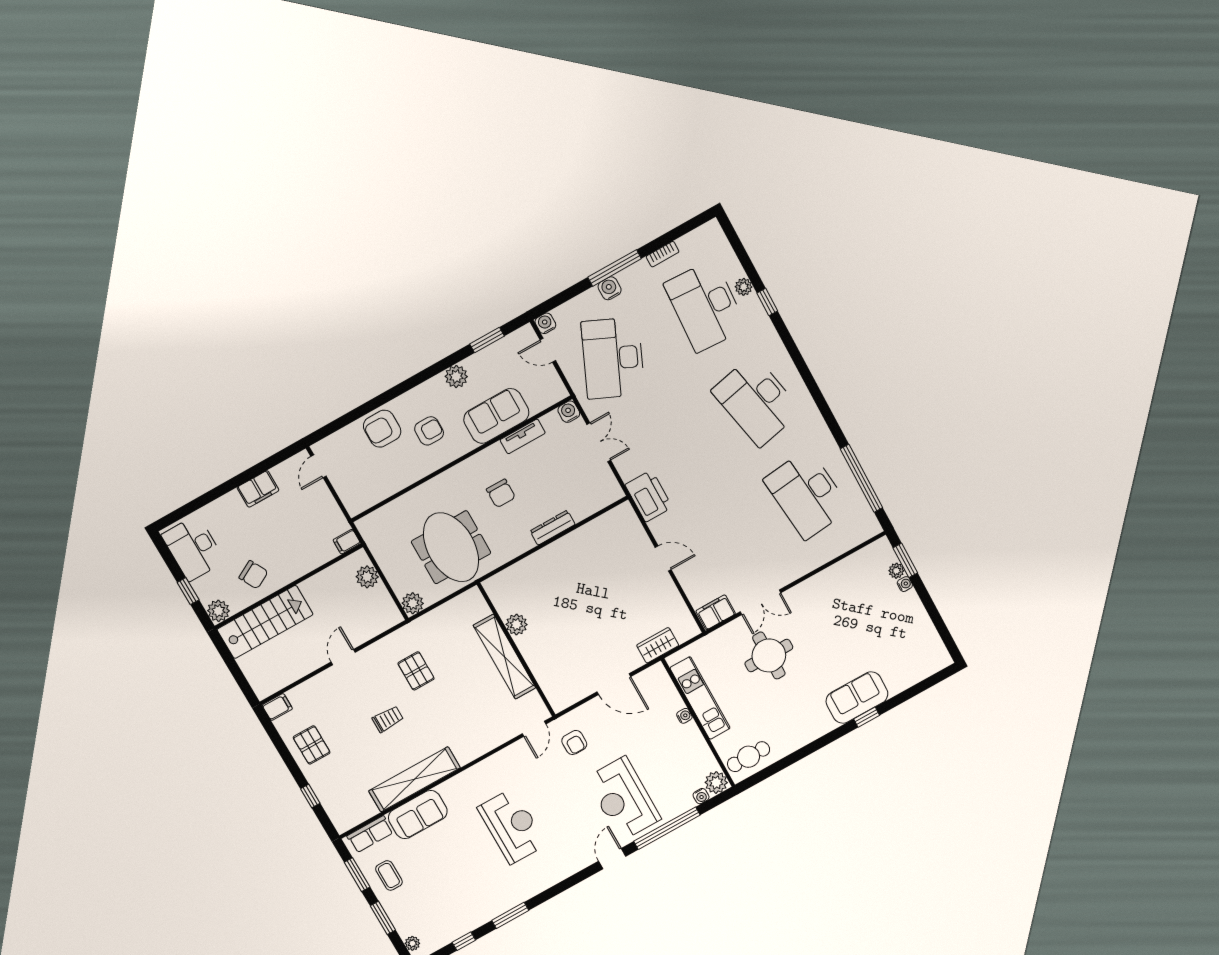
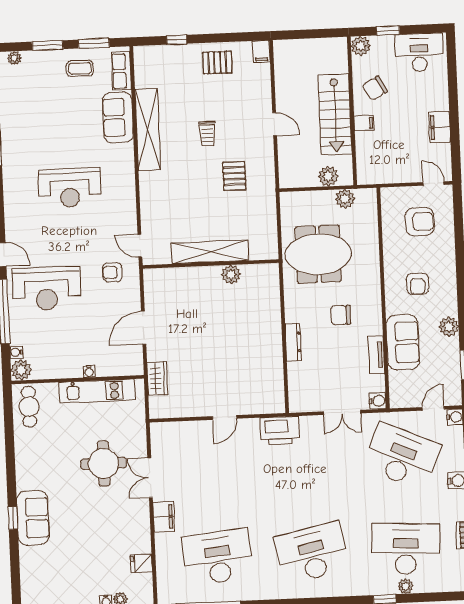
armchair: (382, 429) -> (420, 222), moved, turned 90
filing cabinet: (347, 542) -> (364, 123), moved, turned 90
fridge: (850, 568) -> (141, 563), added
plant: (413, 603) -> (345, 199), moved
filing cabinet: (716, 612) -> (164, 517), moved
stairs: (265, 622) -> (335, 115), moved
pallet: (416, 671) -> (234, 176), turned 90
reception desk: (623, 799) -> (46, 289), turned 180

